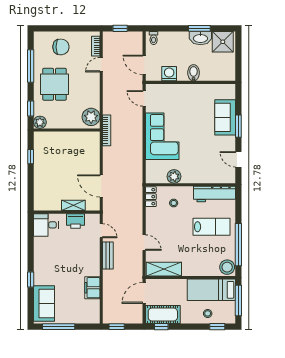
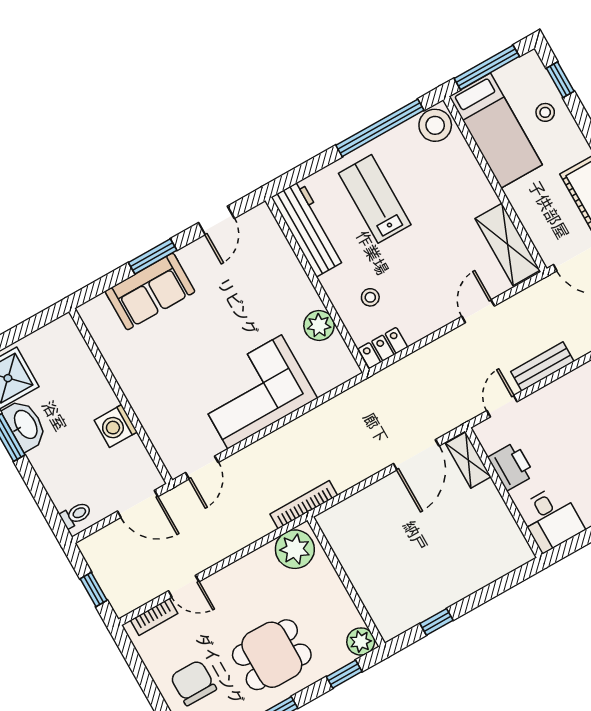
door: (144, 65) -> (138, 504), hinge flipped
bidet: (194, 73) -> (99, 401), removed
washing machine: (169, 74) -> (116, 426), moved
shelving: (73, 205) -> (468, 460), moved

